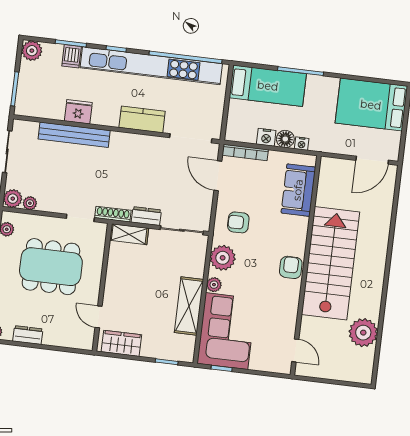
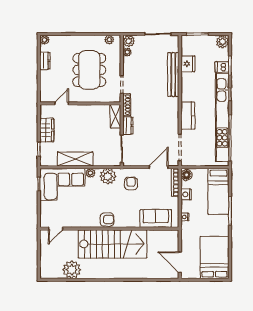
fridge: (78, 112) -> (188, 64), moved
floor lamp: (285, 139) -> (187, 175), moved
wardrobe: (121, 343) -> (47, 130), moved

